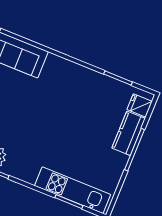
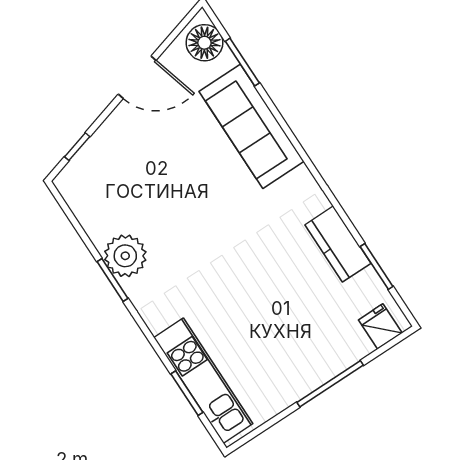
kitchen counter: (129, 133) -> (338, 244), moved, turned -90

